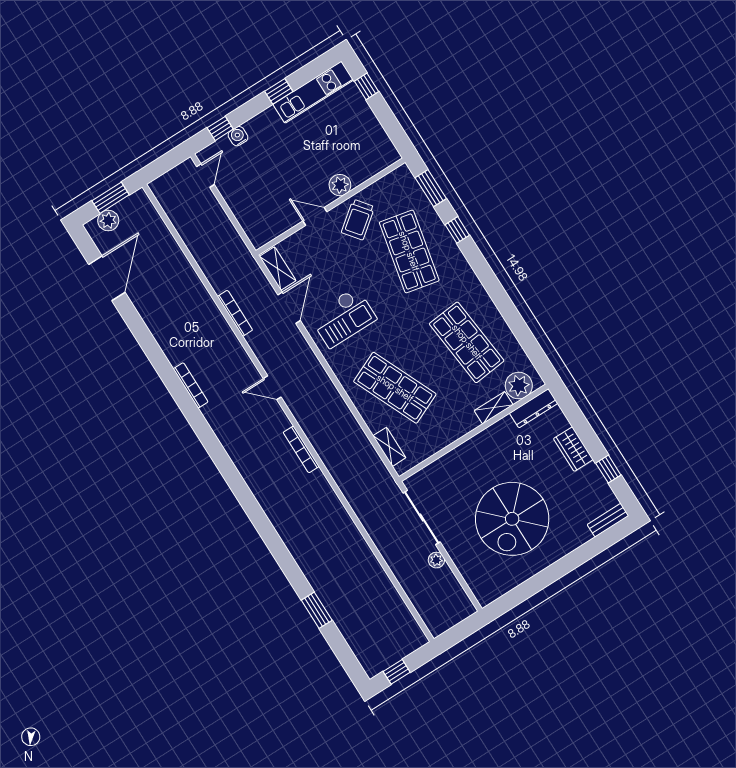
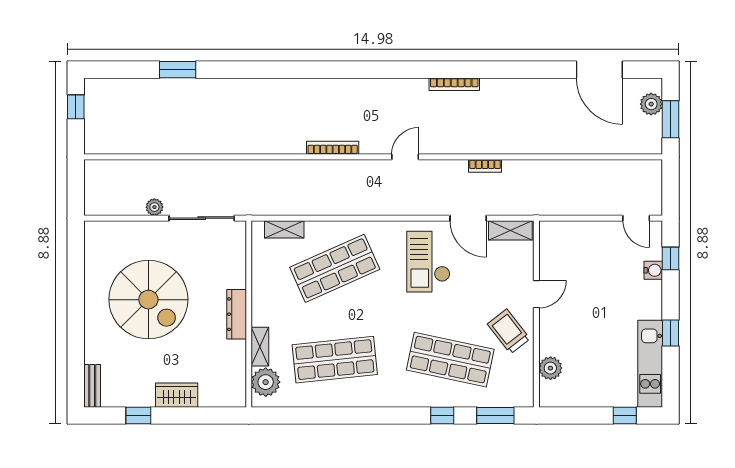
plant: (340, 185) -> (550, 368), moved
bookcase: (235, 313) -> (485, 166), width x0.64
dresser: (534, 408) -> (237, 314), moved
spiral stairs: (512, 519) -> (148, 300), turned 180

